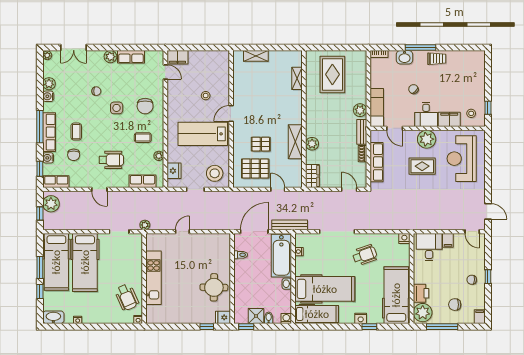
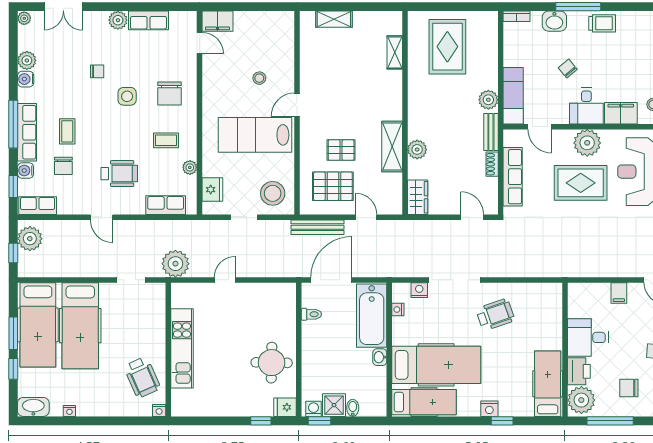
rug: (422, 166) -> (581, 183), width x1.36, depth x1.43
plant: (145, 225) -> (175, 264), width x1.88, depth x1.88
bench: (290, 225) -> (317, 227), moved
nightstand: (404, 238) -> (419, 290), moved
desk: (429, 247) -> (588, 337), moved, turned -90
hospital bed: (396, 295) -> (548, 384), width x0.73, depth x0.78
washing machine: (286, 319) -> (314, 409), moved

